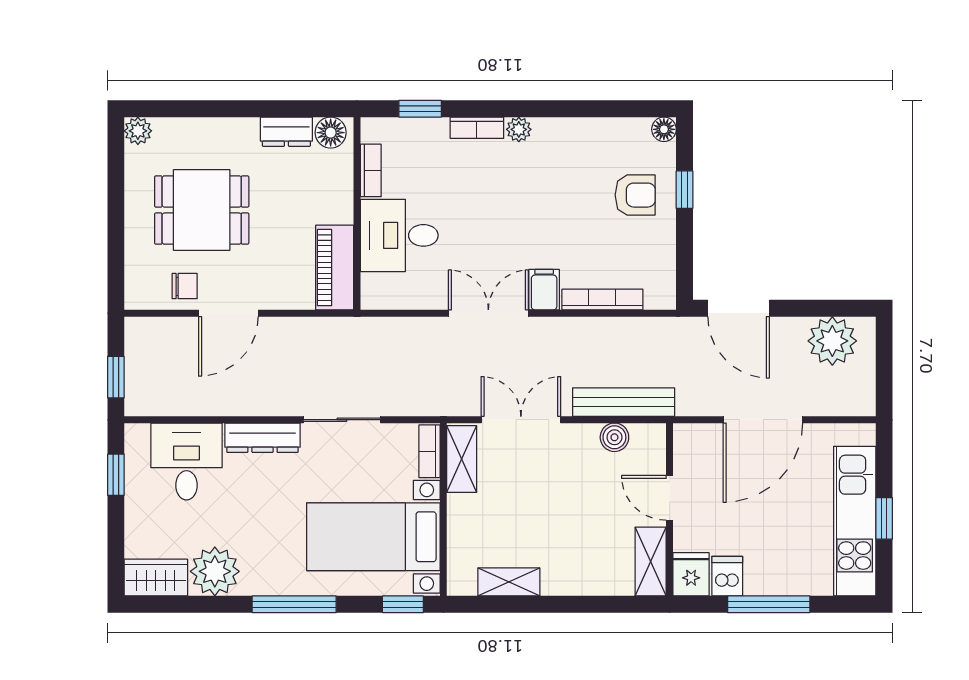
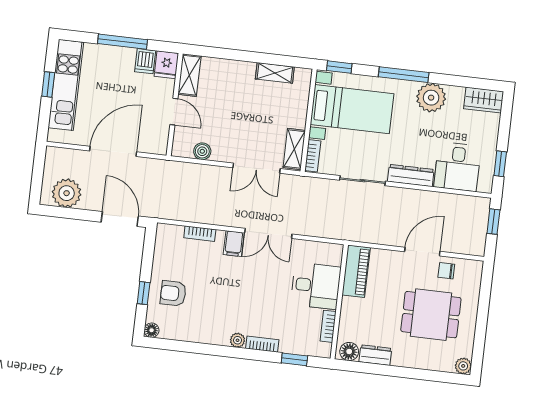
bookcase: (602, 300) -> (200, 234), width x0.64
bench: (624, 402) -> (194, 171), removed
plant: (215, 571) -> (431, 98), moved

